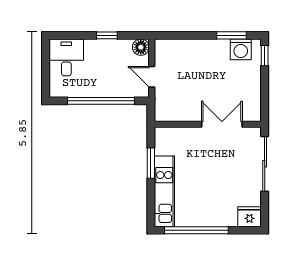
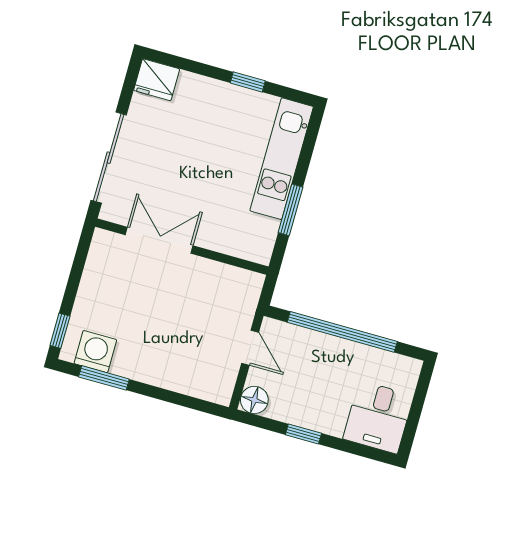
double door: (222, 124) -> (159, 240), swing flipped
window: (196, 230) -> (248, 82), width x0.32

